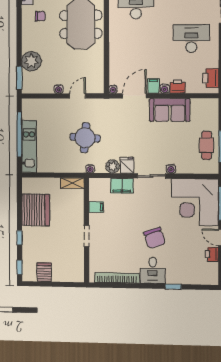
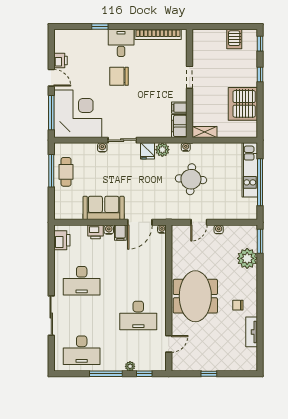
filing cabinet: (122, 186) -> (179, 126), moved, turned -90
chair: (155, 238) -> (119, 76), turned -71

